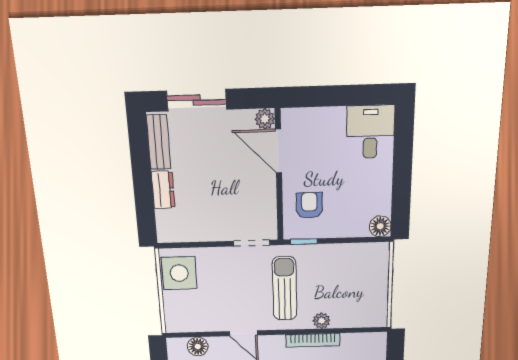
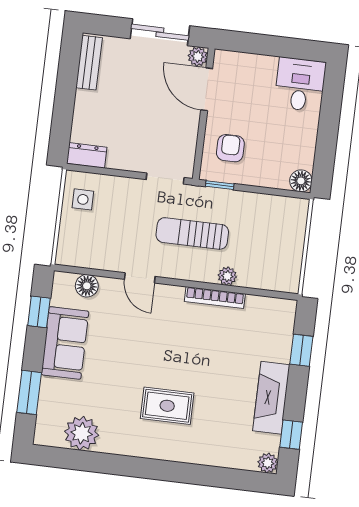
sliding door: (197, 100) -> (160, 32), moved
dresser: (163, 190) -> (87, 155), moved, turned -90
side table: (179, 273) -> (83, 199), width x0.54, depth x0.54
sun lounger: (285, 289) -> (192, 233), turned -90

